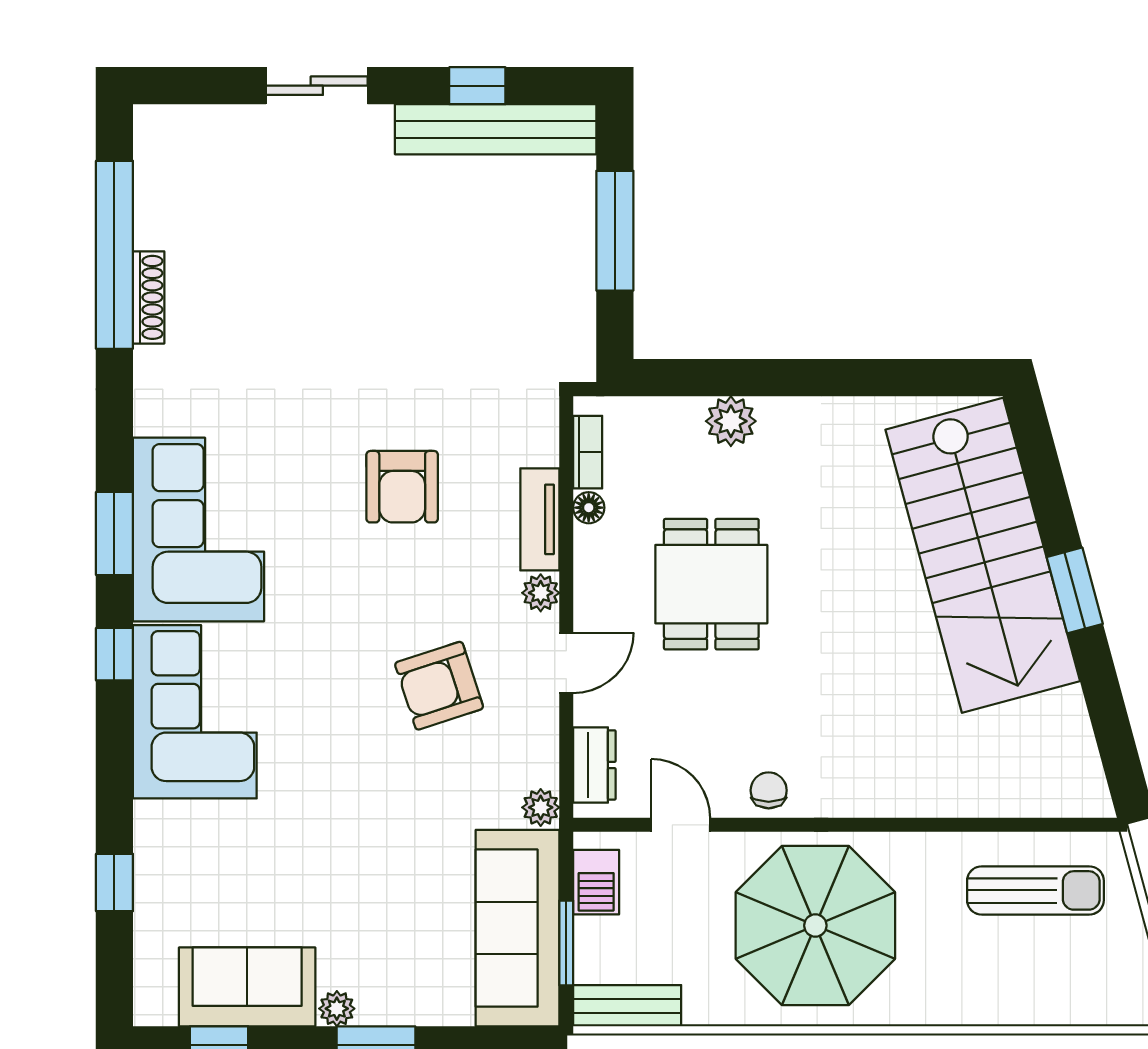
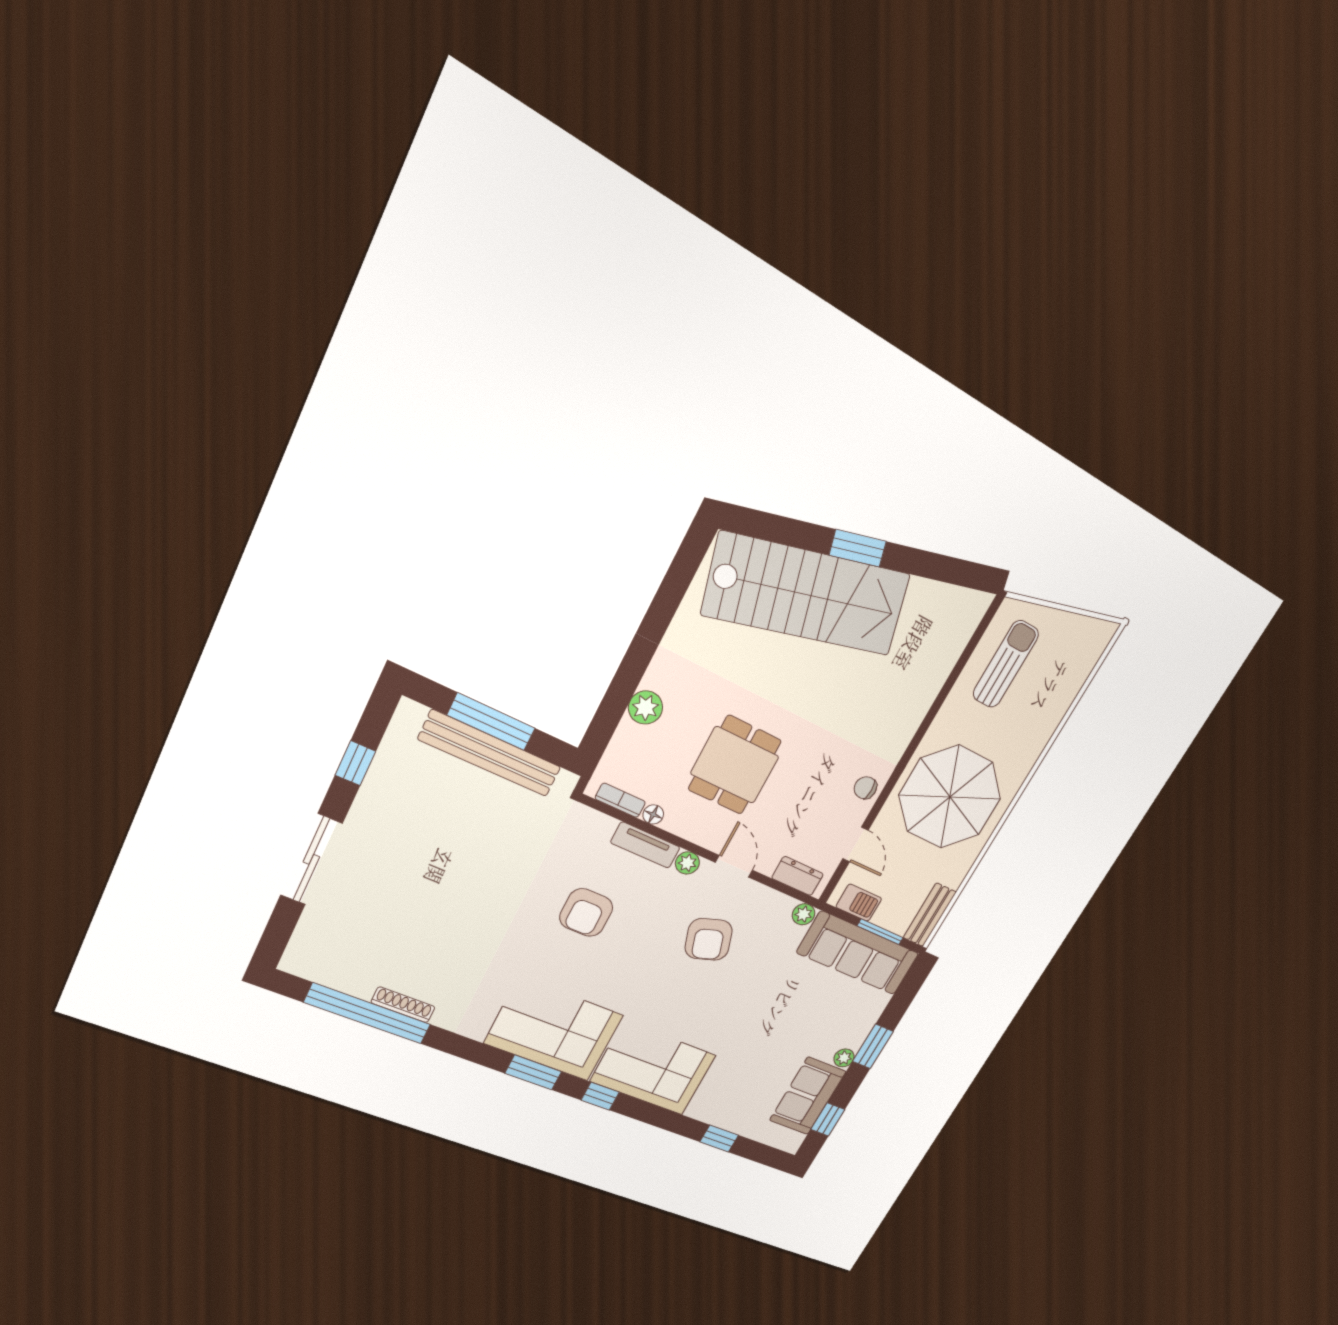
sliding door: (317, 86) -> (311, 859), width x1.37
bench: (496, 129) -> (490, 753), moved, turned 90
armchair: (402, 487) -> (586, 913), turned 90
dining table: (711, 584) -> (735, 765), turned 90
door: (681, 825) -> (856, 844), swing flipped

